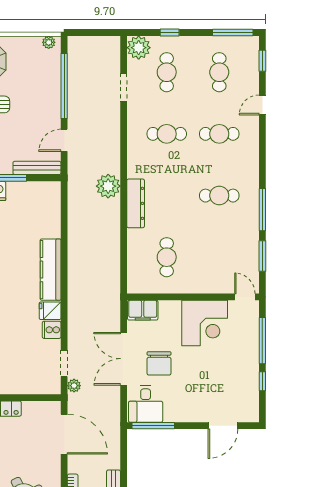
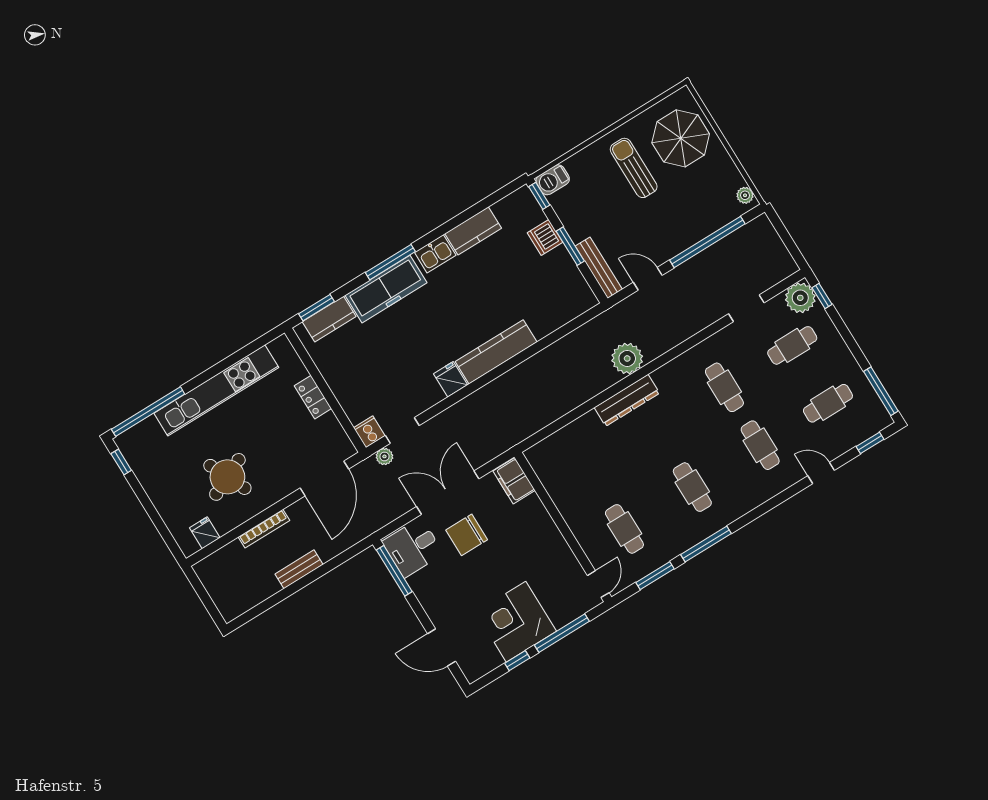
window: (170, 33) -> (822, 296), moved
cafe table: (167, 257) -> (624, 529), moved, turned 90
corner desk: (205, 323) -> (516, 622), moved, turned 90
cooker: (52, 330) -> (369, 432), moved

